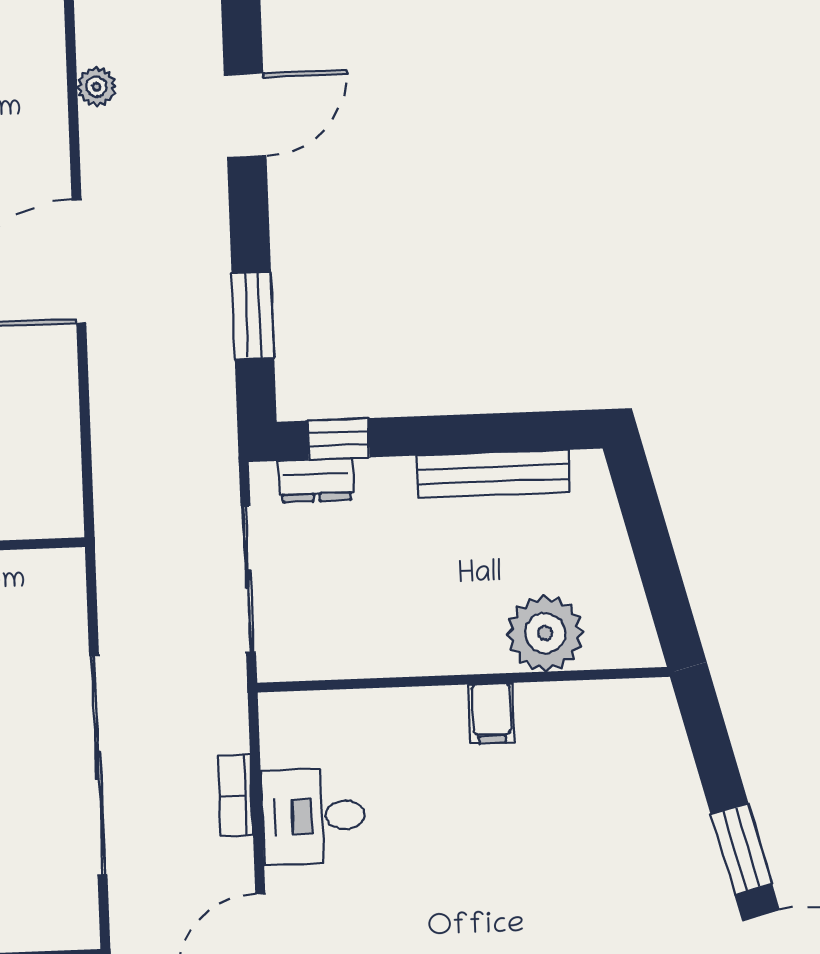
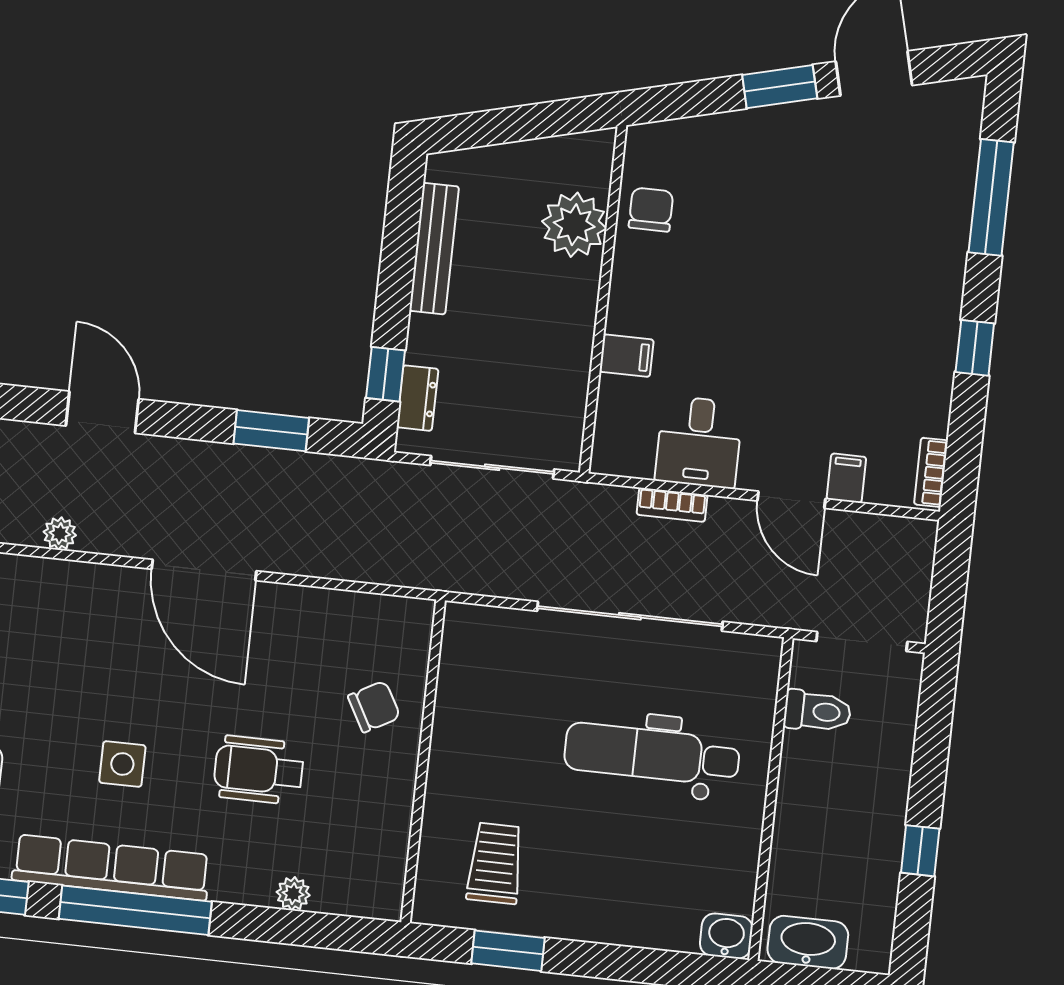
filing cabinet: (492, 713) -> (627, 356), moved
chair: (576, 720) -> (651, 210), added

